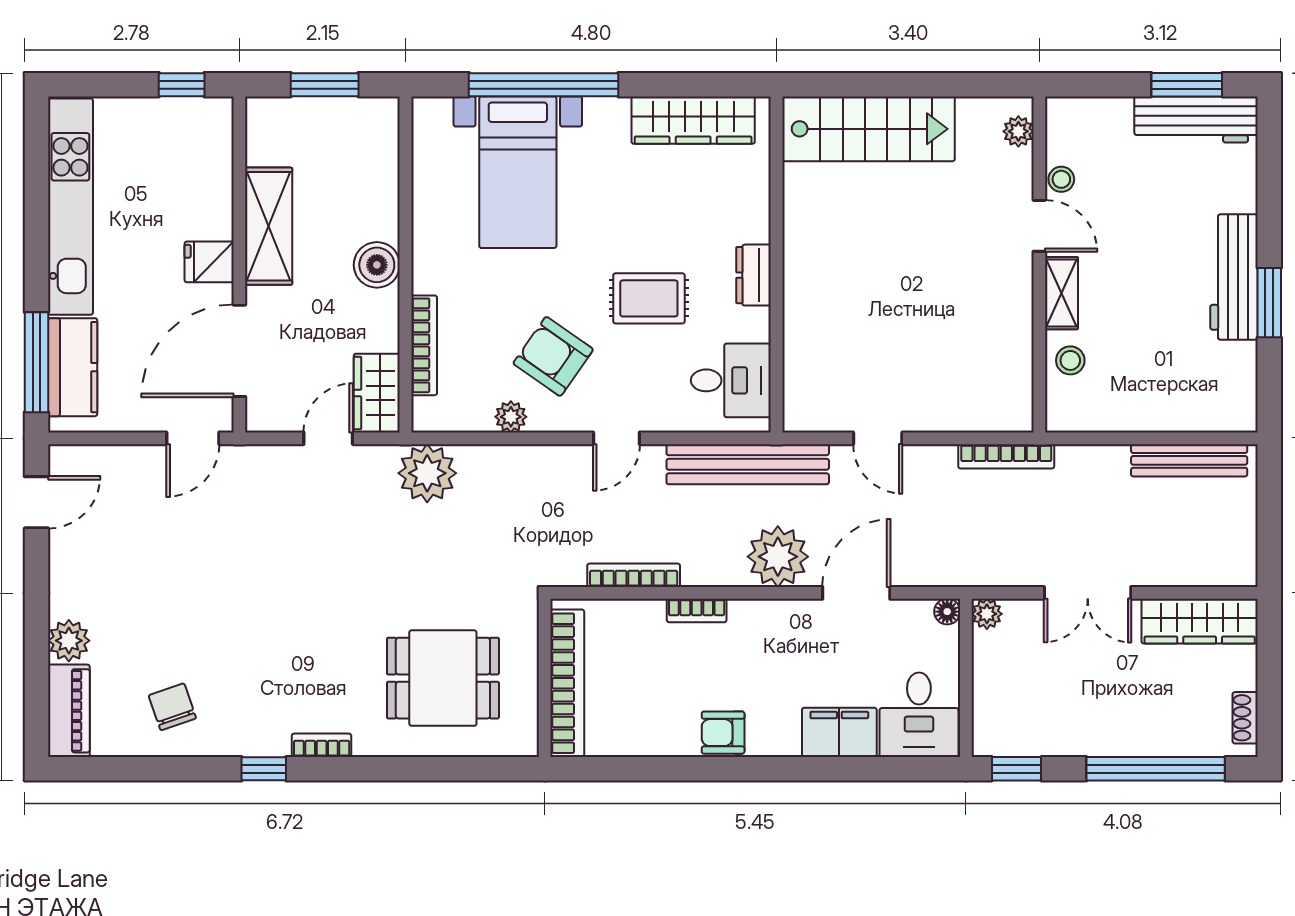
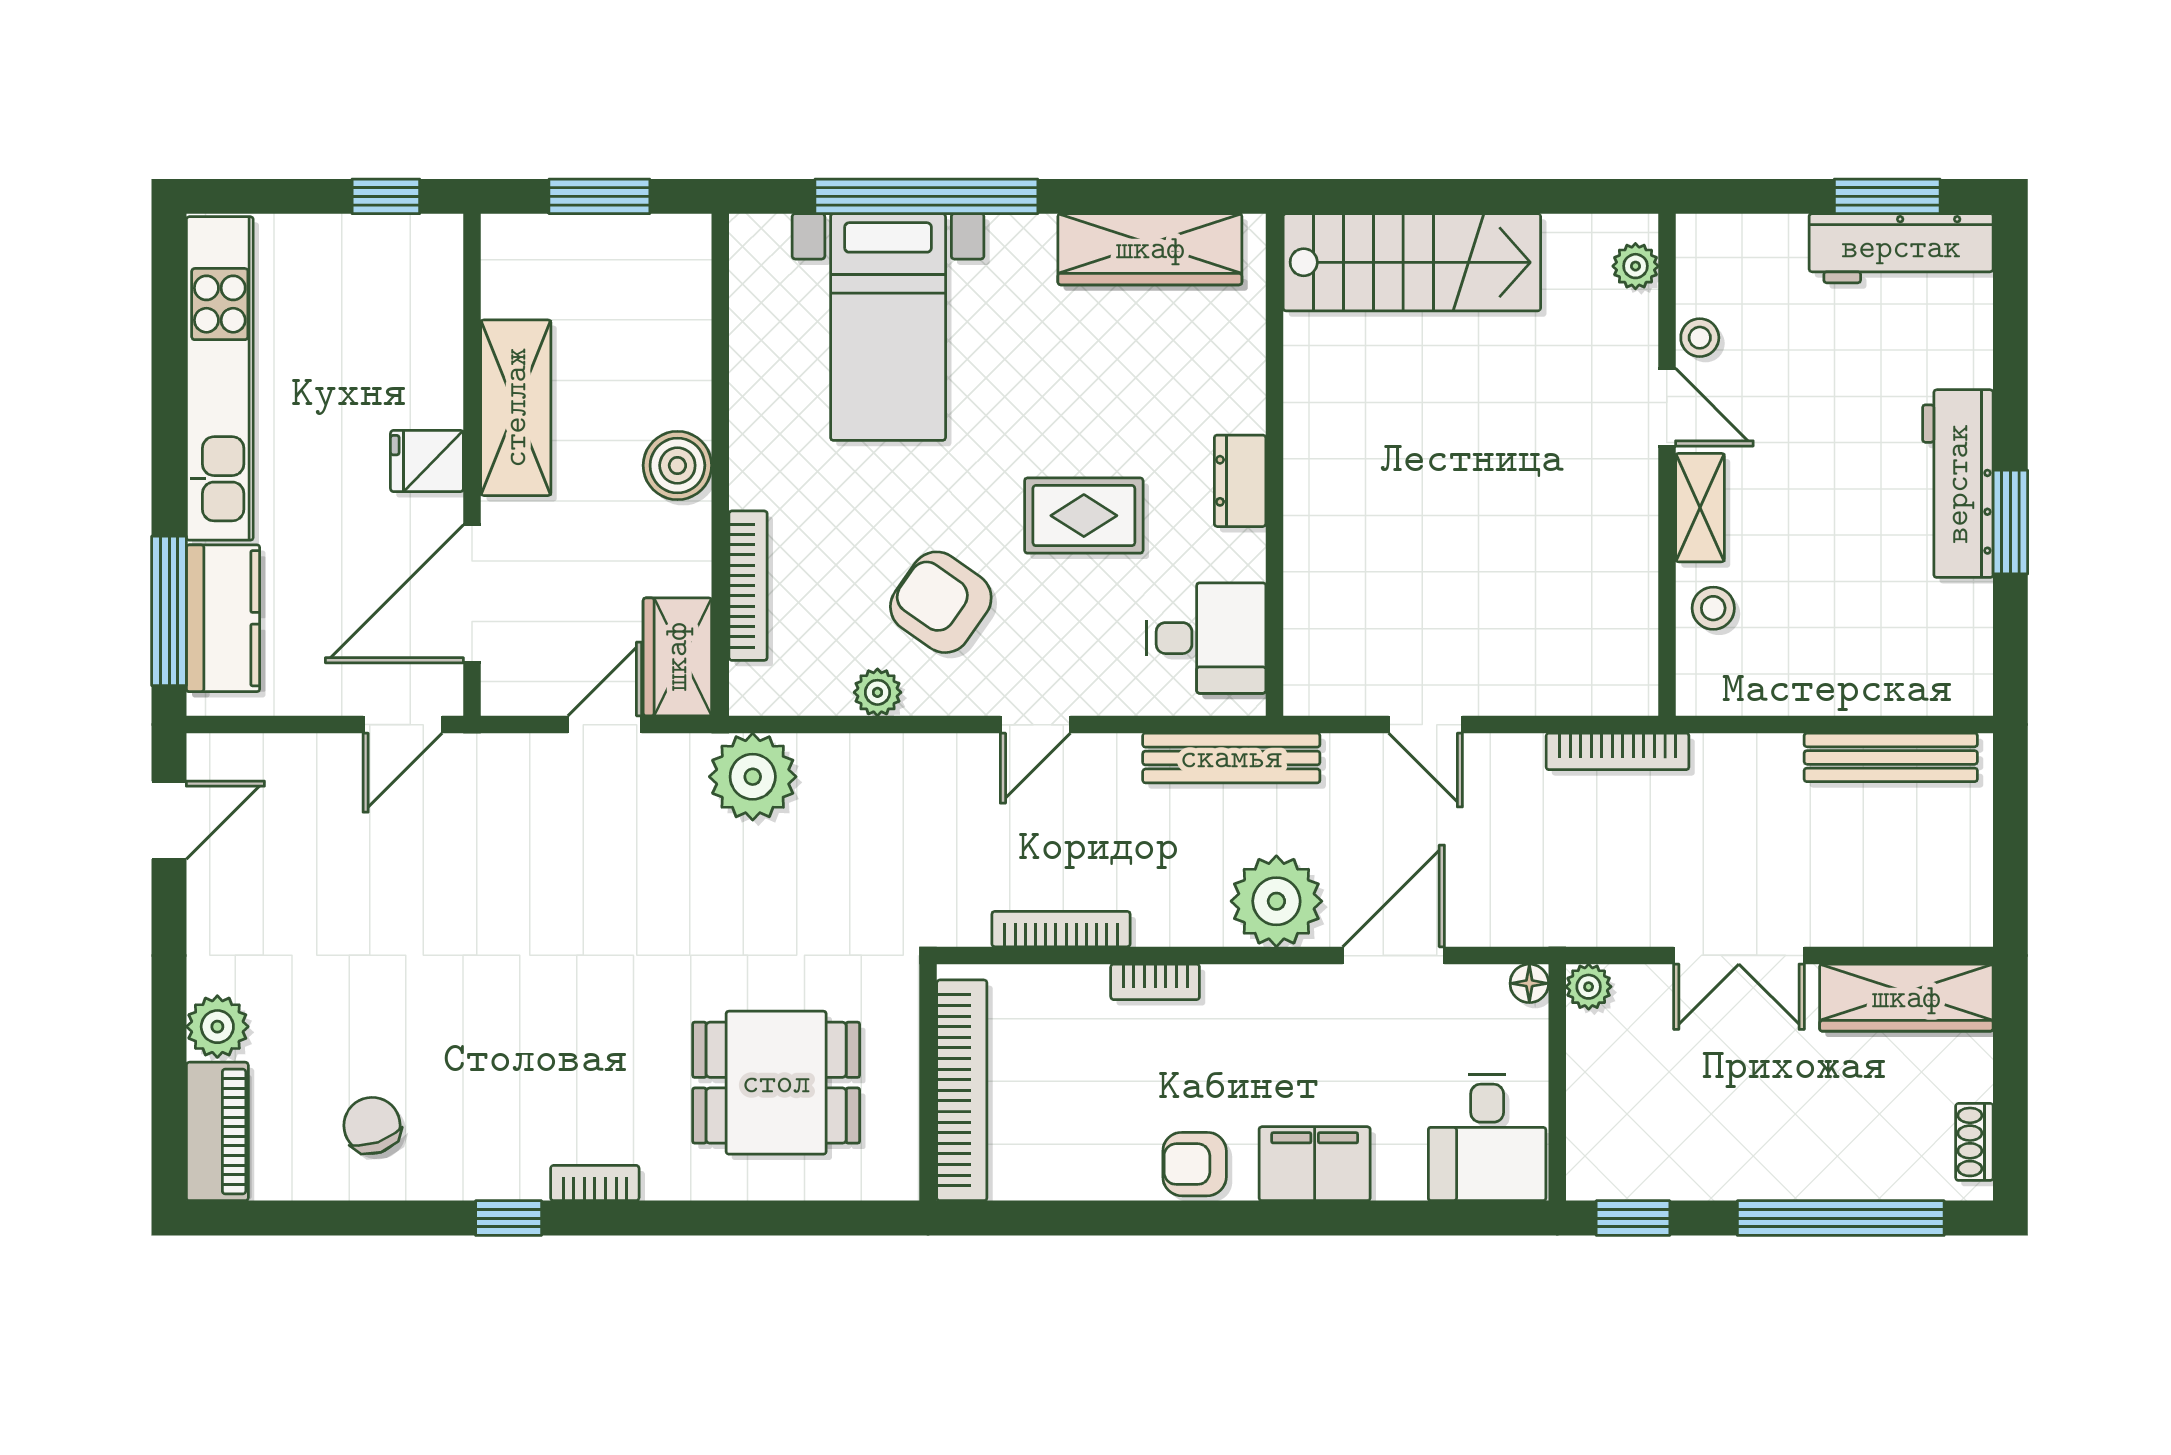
bench: (748, 464) -> (1231, 758), width x0.73, depth x0.82
filing cabinet: (839, 732) -> (1315, 1164), moved

